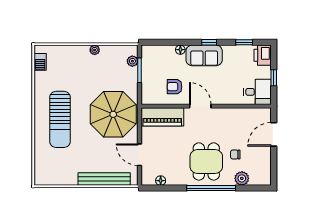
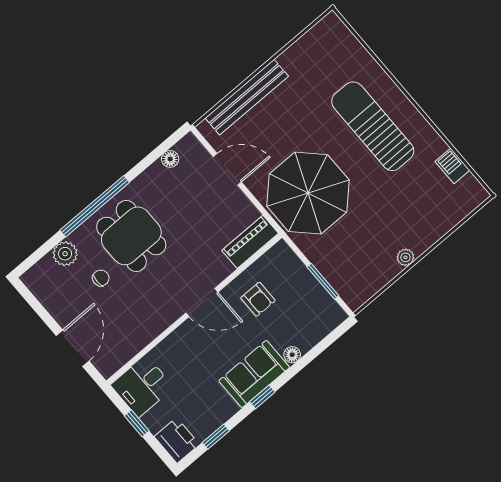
plant: (132, 61) -> (343, 285), removed
barbecue: (40, 62) -> (452, 166), moved
armchair: (175, 87) -> (258, 299), turned 90
piano: (162, 117) -> (250, 242), width x0.73, depth x0.75

